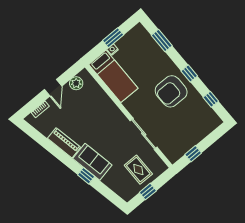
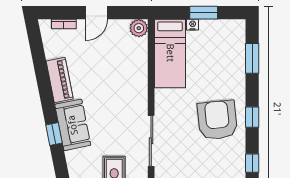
plant: (76, 83) -> (139, 28), moved
armchair: (171, 91) -> (217, 120), turned 84

